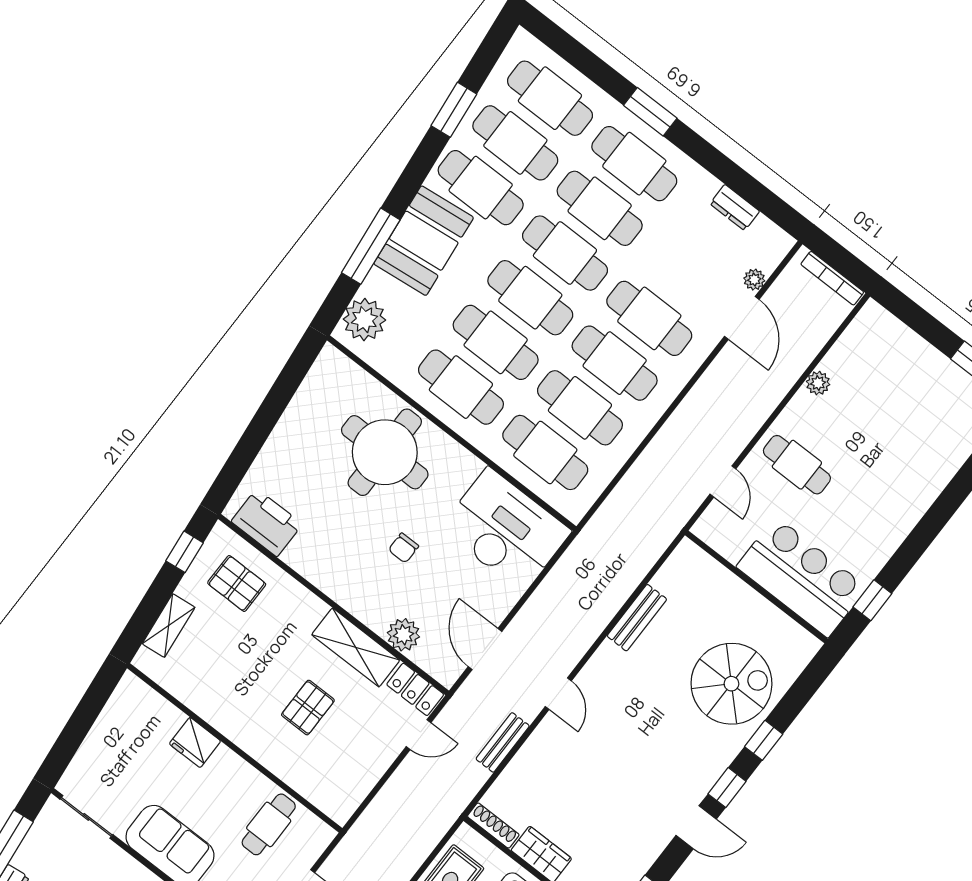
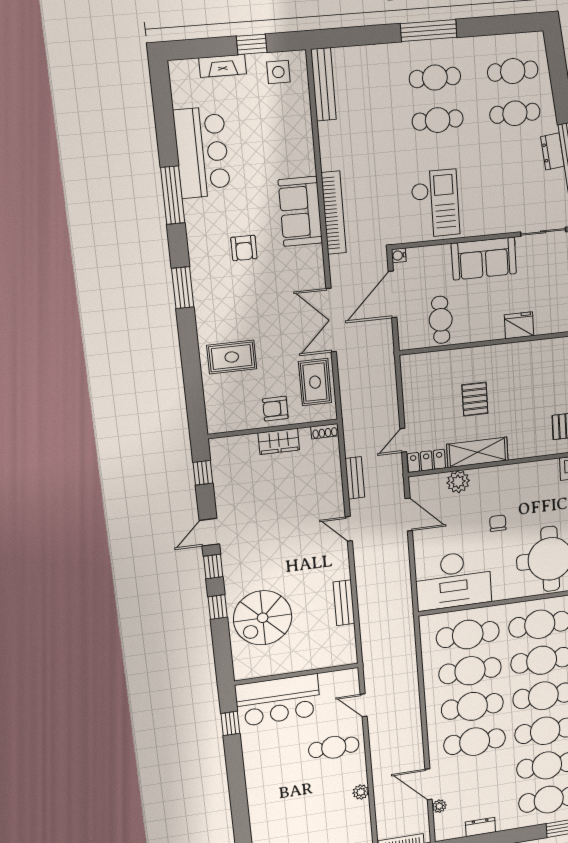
shoe rack: (493, 826) -> (325, 431), width x0.70

